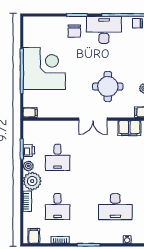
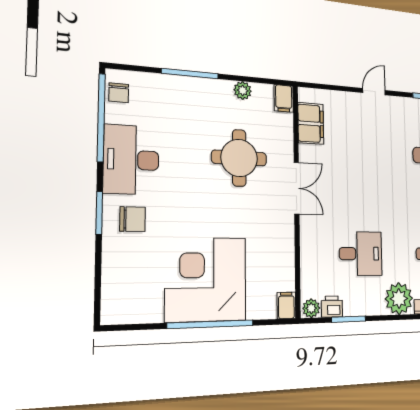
printer: (29, 150) -> (332, 307), moved
plant: (28, 166) -> (311, 308), moved

